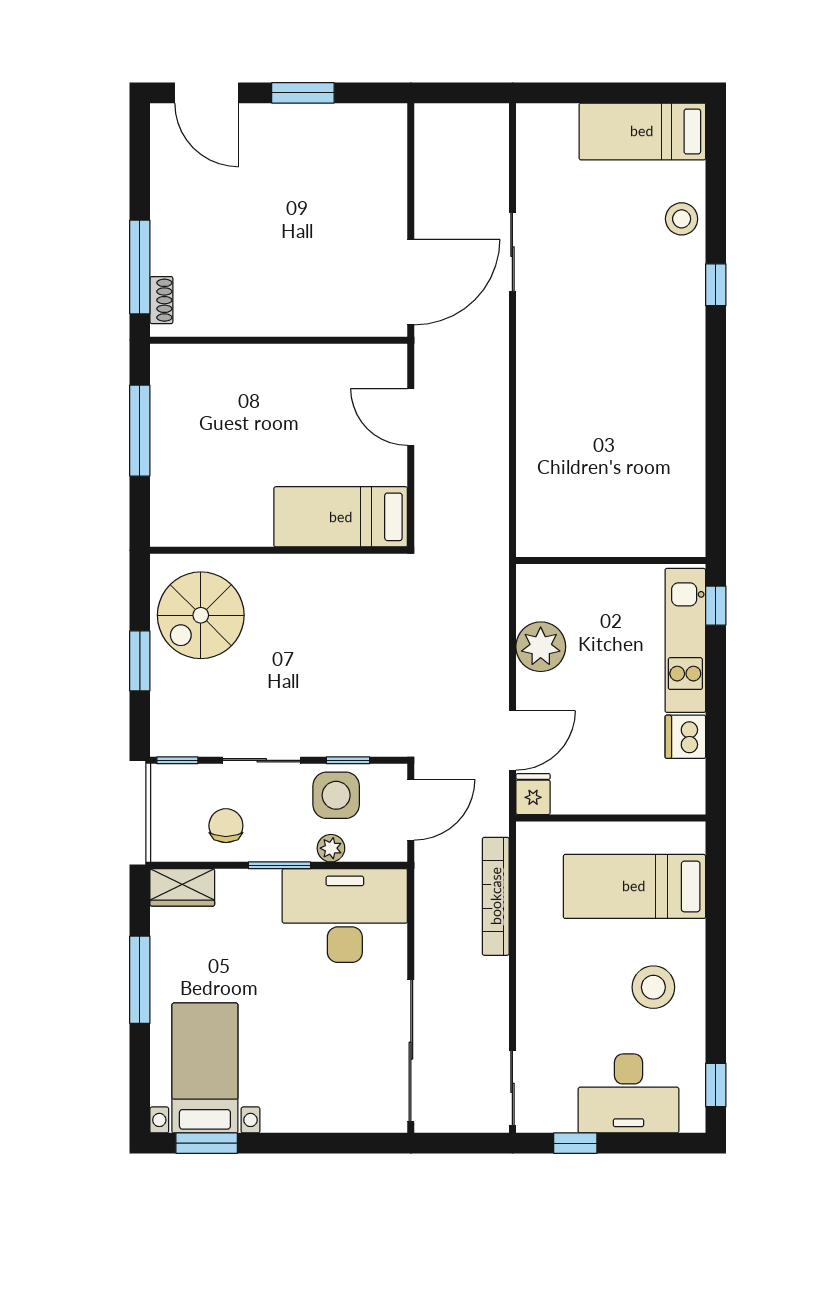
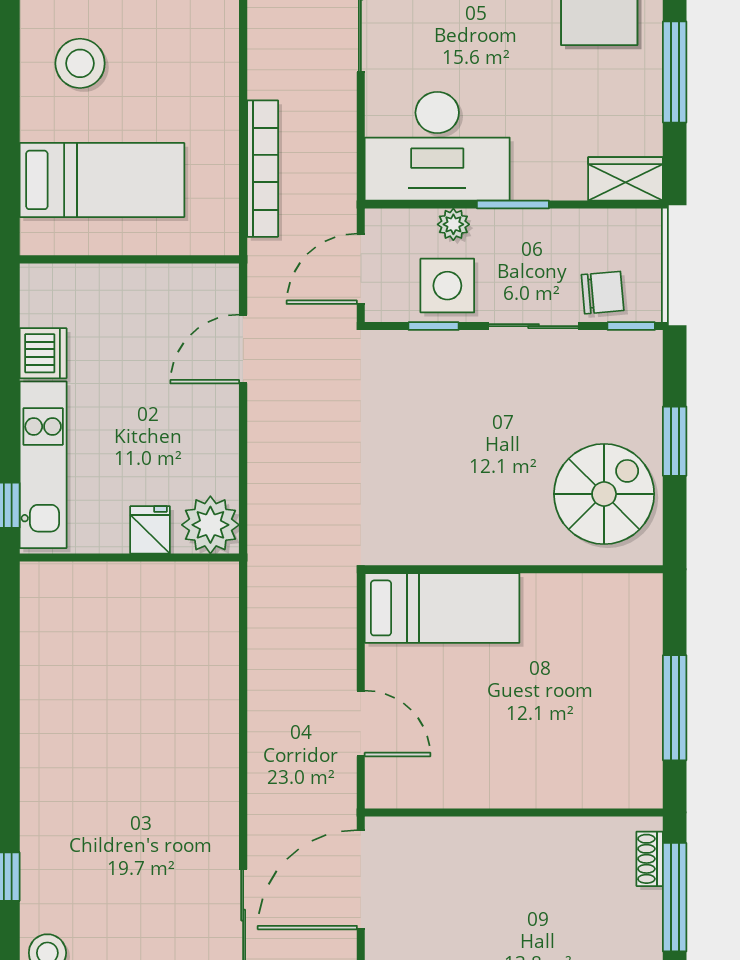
plant: (541, 647) -> (210, 525), moved
fridge: (533, 794) -> (150, 530), moved, turned 180
chair: (226, 826) -> (603, 293), moved, turned -95

